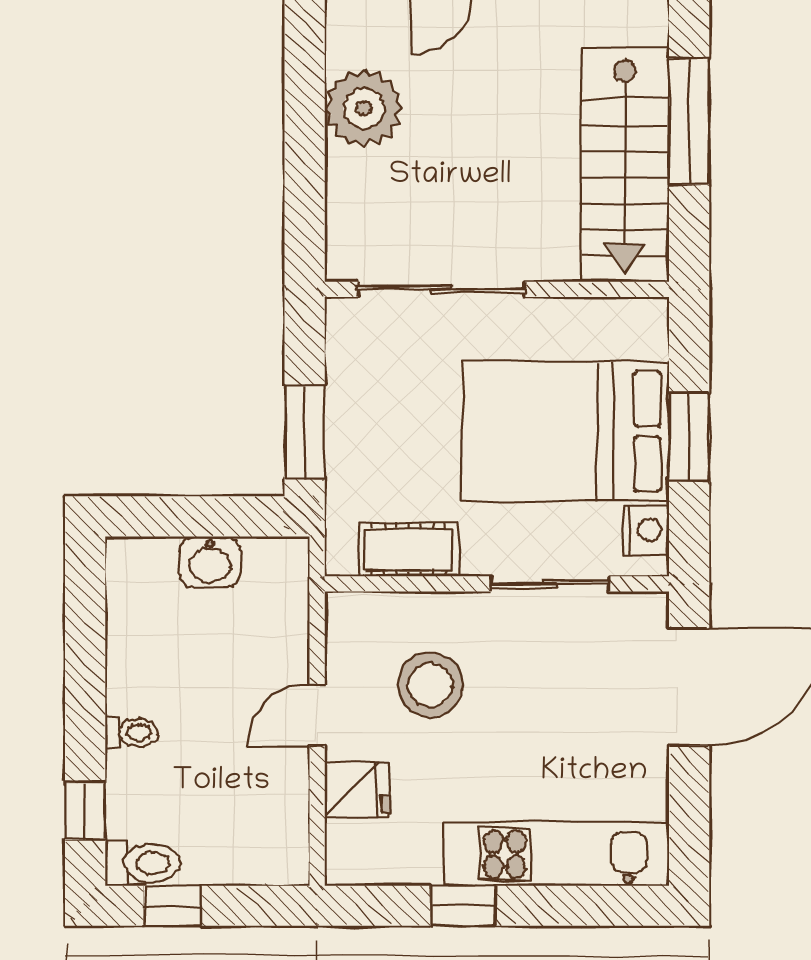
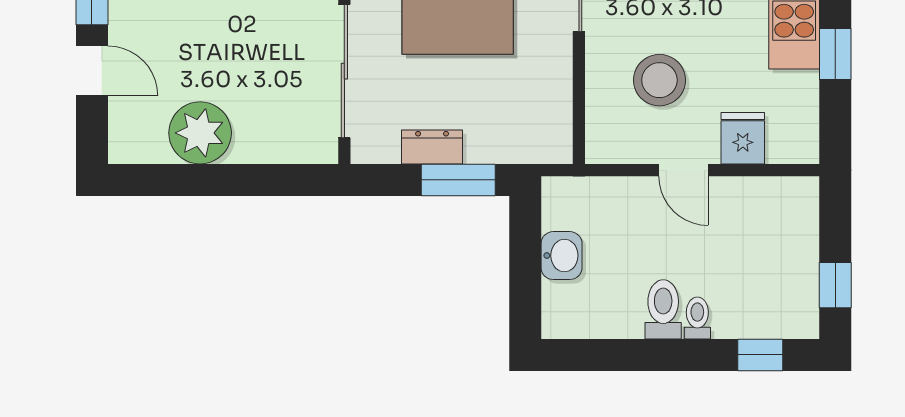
dresser: (346, 399) -> (432, 147), added
cot: (409, 550) -> (552, 97), removed
toilet: (142, 863) -> (663, 309), moved

